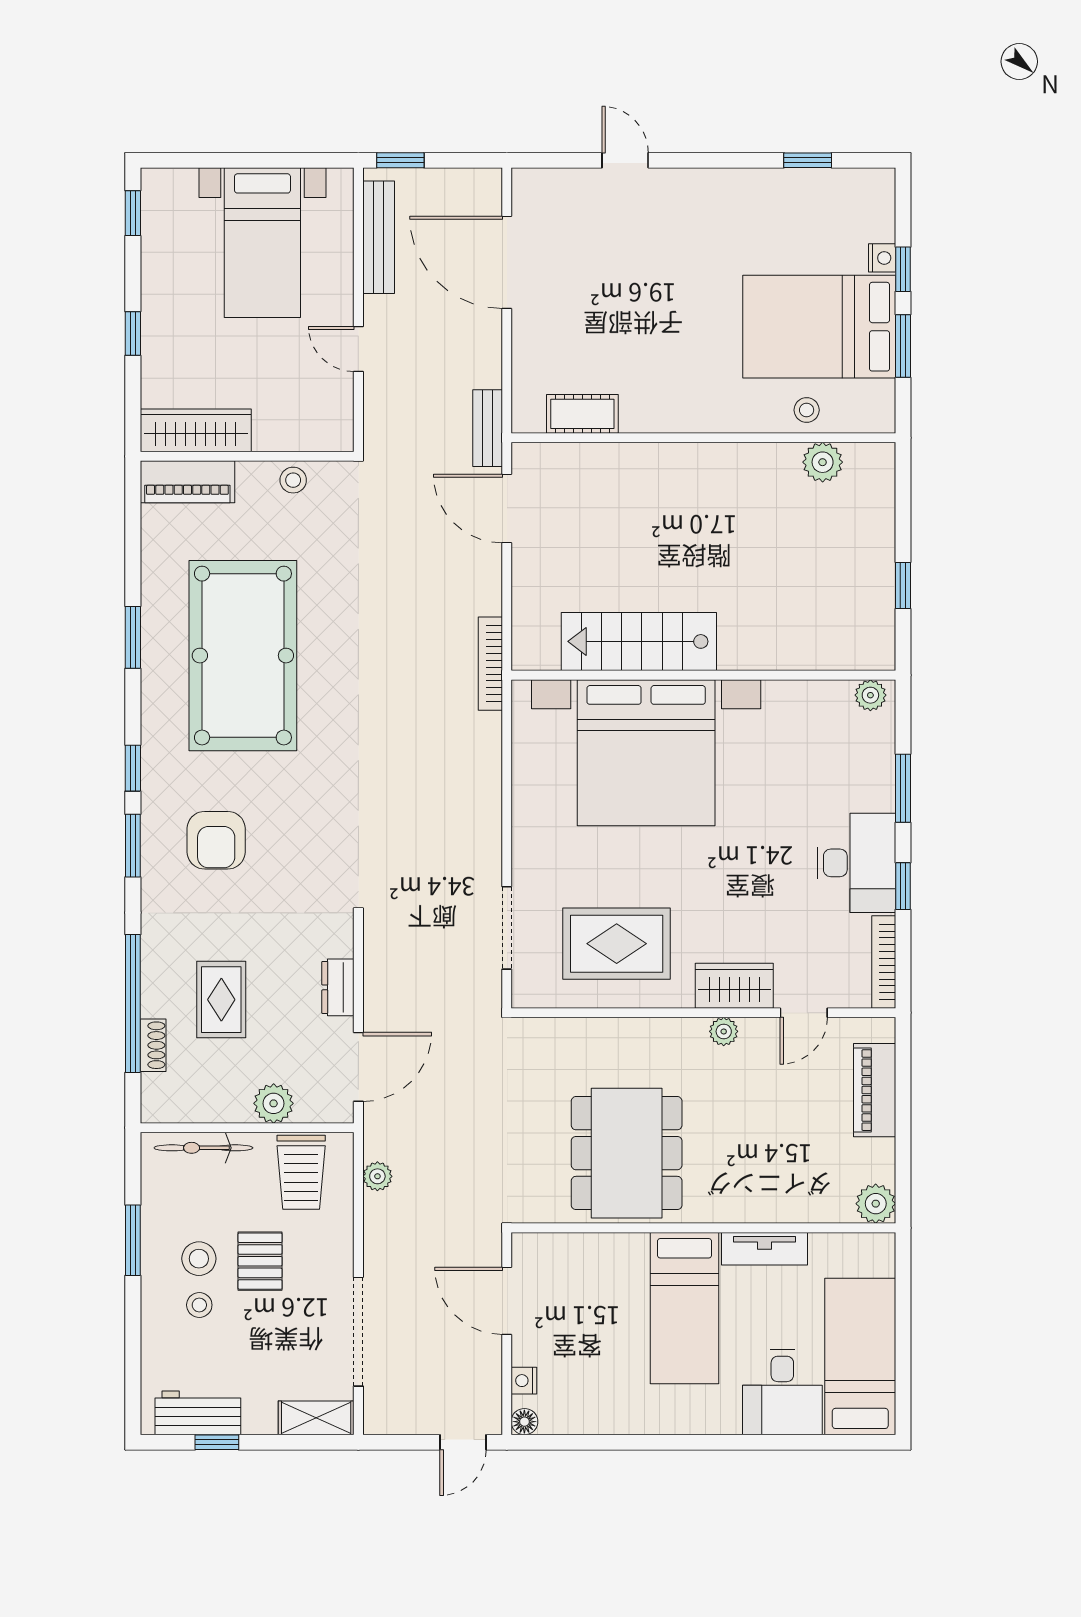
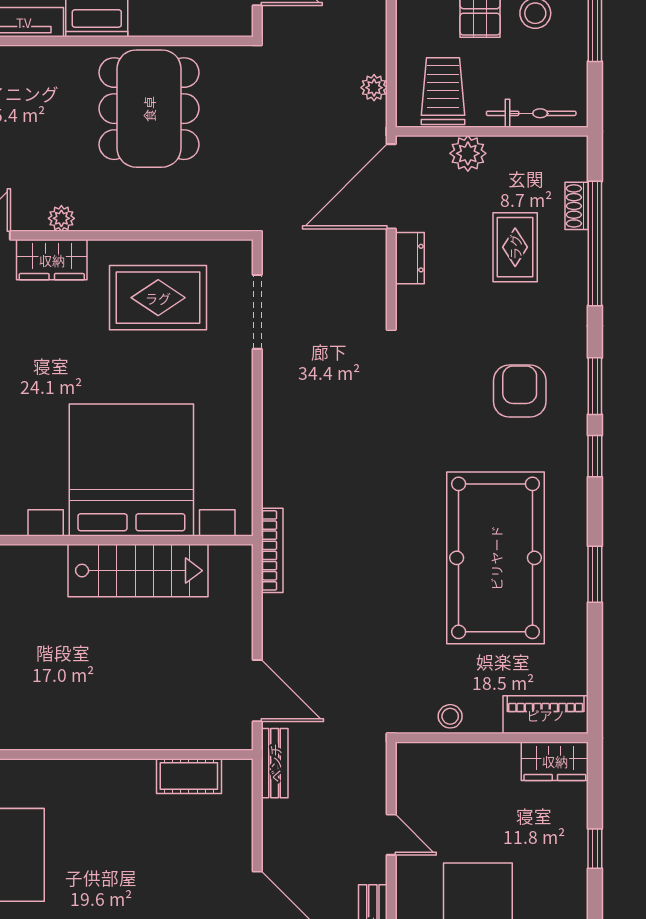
wardrobe: (196, 430) -> (555, 761), width x0.67
door: (358, 1067) -> (391, 186), width x1.36

